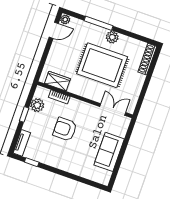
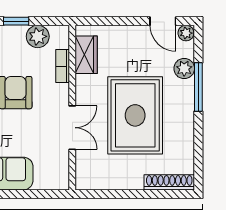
plant: (112, 37) -> (184, 68), moved
double door: (113, 110) -> (72, 128), moved

